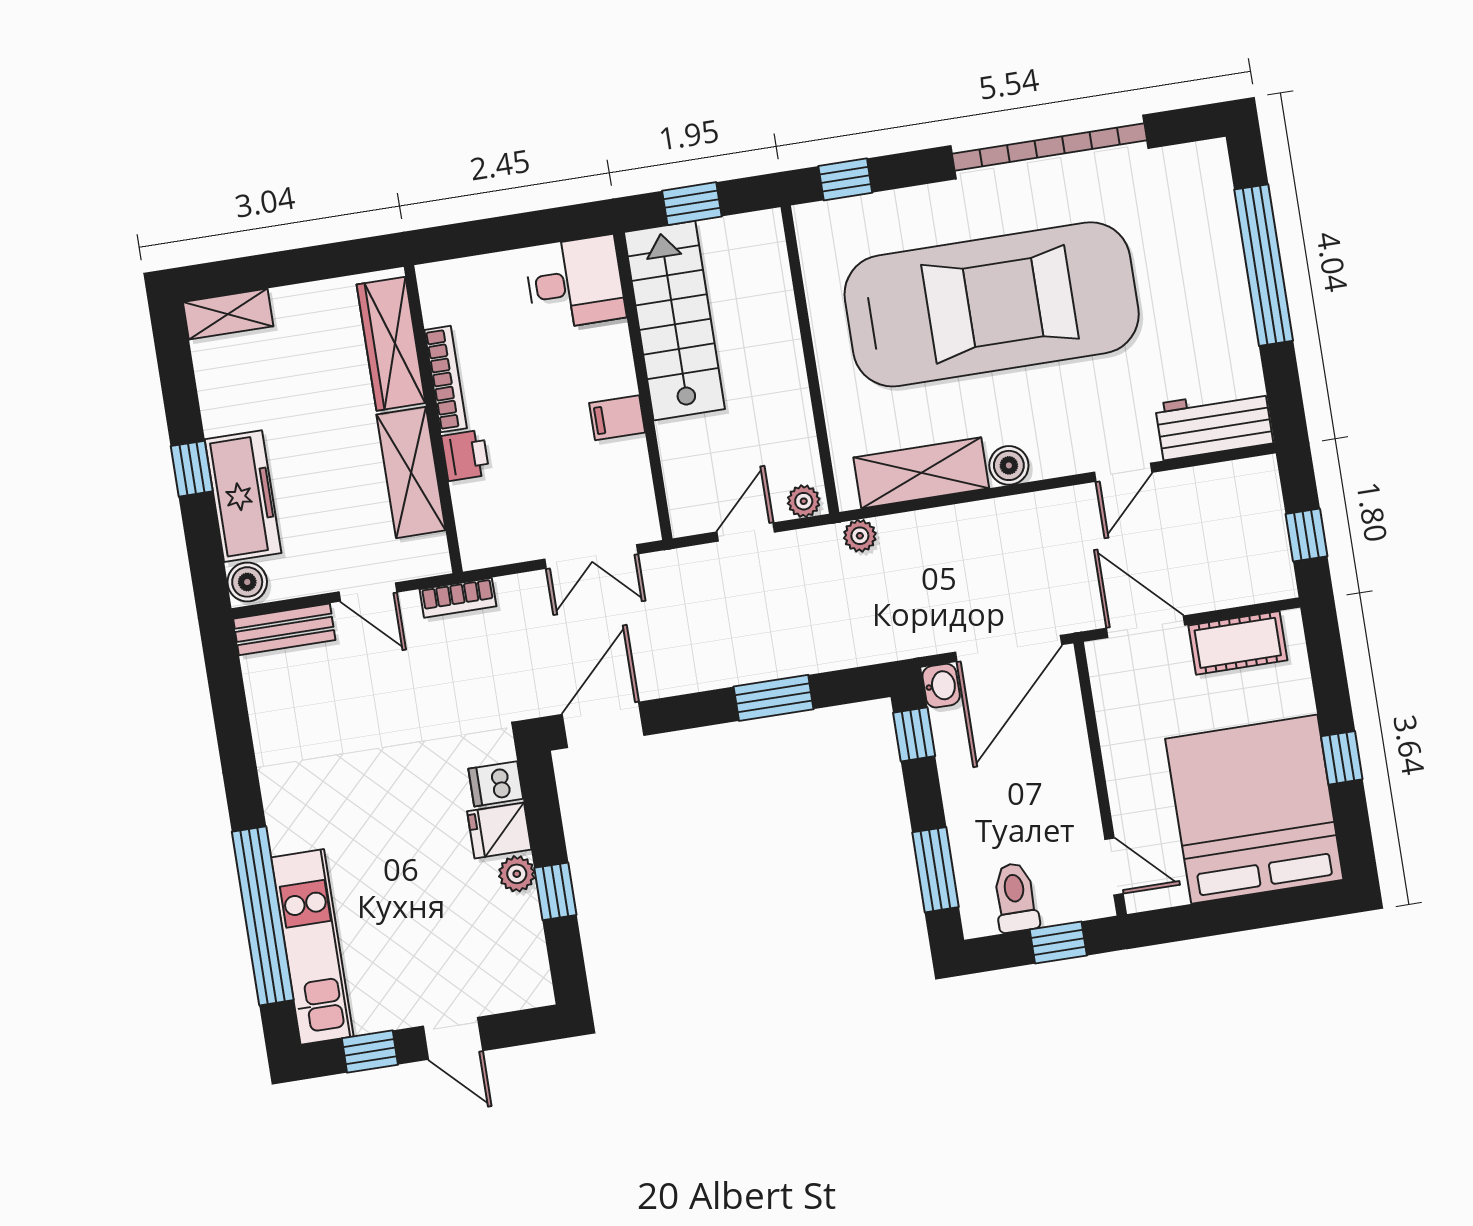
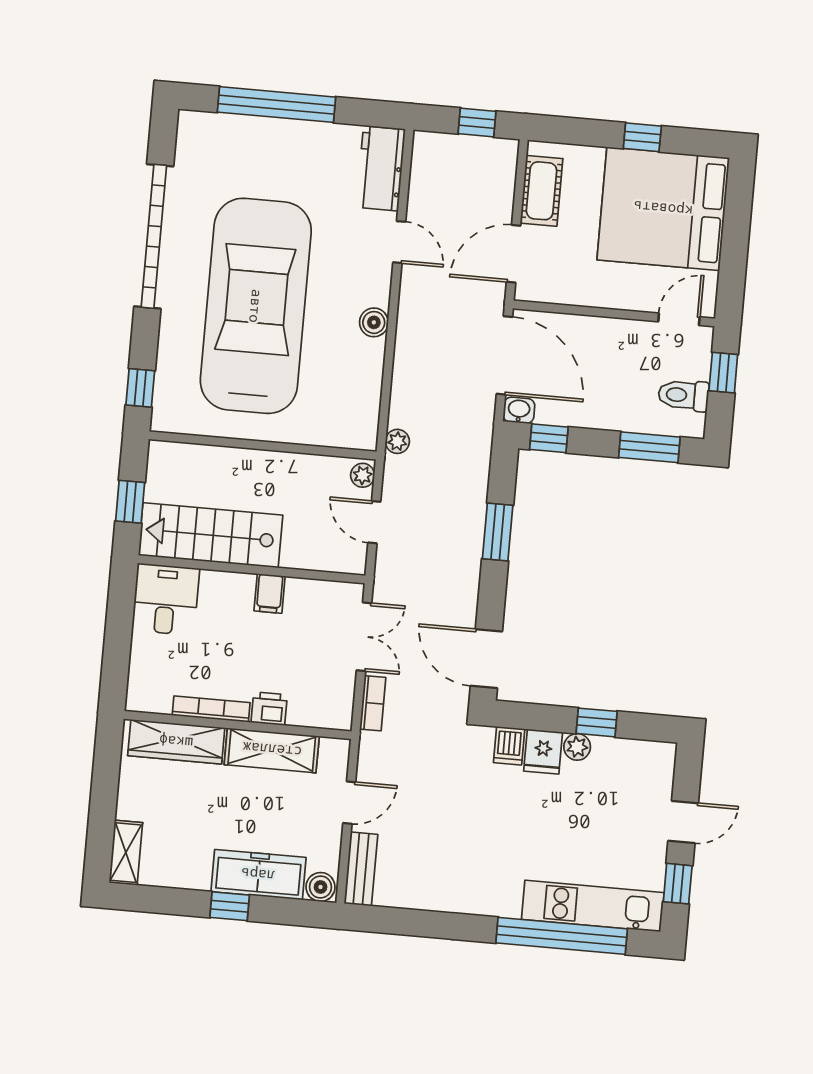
shelving: (921, 473) -> (363, 386), removed
bookcase: (458, 598) -> (373, 703), moved

